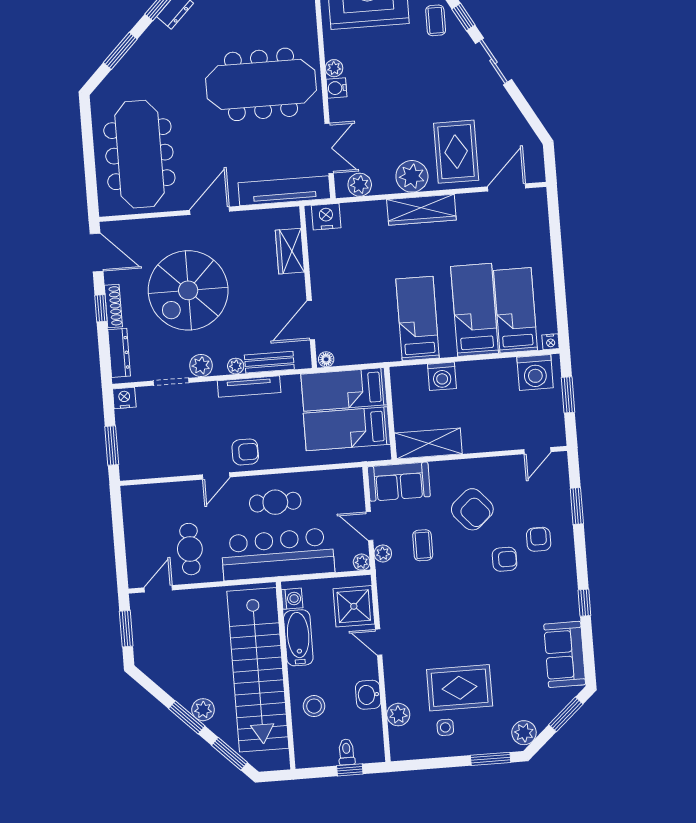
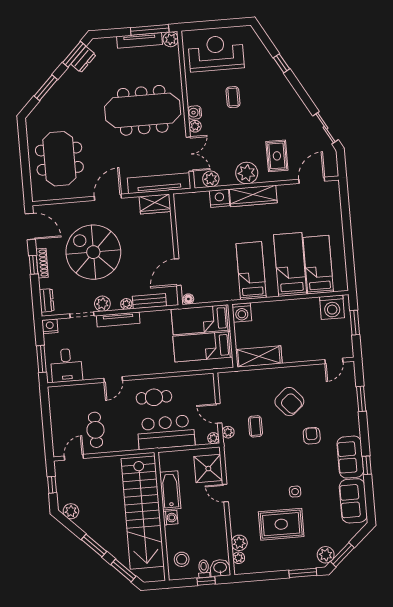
coffee table: (436, 20) -> (233, 97), moved
sliding door: (493, 61) -> (325, 128), moved
plant: (334, 68) -> (195, 126), moved
rug: (456, 152) -> (277, 156), width x0.73, depth x0.70
meeting table: (139, 154) -> (59, 159), width x0.73
nightstand: (326, 217) -> (220, 198), moved
wardrobe: (290, 251) -> (155, 204), moved, turned -90
spiral stairs: (188, 290) -> (93, 252), turned 90
nightstand: (551, 342) -> (343, 286), removed
dresser: (119, 353) -> (47, 300), width x0.70
washing machine: (442, 376) -> (242, 312), moved
tv unit: (249, 387) -> (118, 319), moved
armchair: (245, 452) -> (133, 363), removed
desk: (148, 455) -> (66, 365), added
sofa: (399, 482) -> (350, 457), moved, turned 90
armchair: (539, 539) -> (335, 422), removed
bar counter: (278, 554) -> (166, 432), width x0.73
armchair: (505, 559) -> (312, 436), turned -90
washing machine: (292, 599) -> (170, 518), moved
window: (126, 629) -> (52, 485), width x0.67
washbasin: (368, 695) -> (220, 568), moved, turned 90
stool: (314, 706) -> (182, 559), moved
plant: (203, 710) -> (71, 511), moved
window: (566, 714) -> (342, 555), moved
side table: (445, 727) -> (295, 492), moved
plant: (397, 736) -> (239, 558), added

